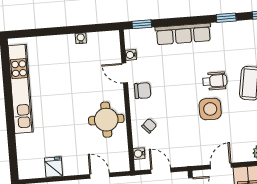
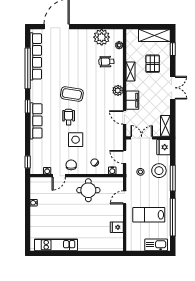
row of seats: (183, 34) -> (36, 121), moved
kitchen unit: (21, 89) -> (56, 245), width x0.73
side table: (210, 109) -> (76, 140), moved
door: (161, 171) -> (125, 157), hinge flipped

